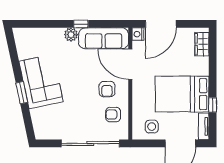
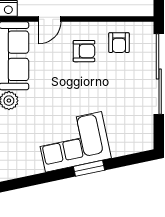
door: (130, 64) -> (50, 19), width x0.53

